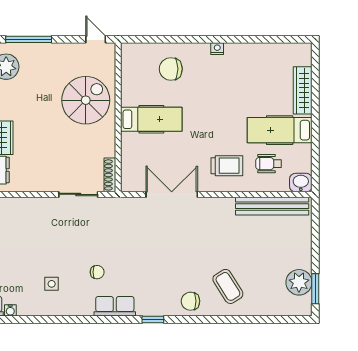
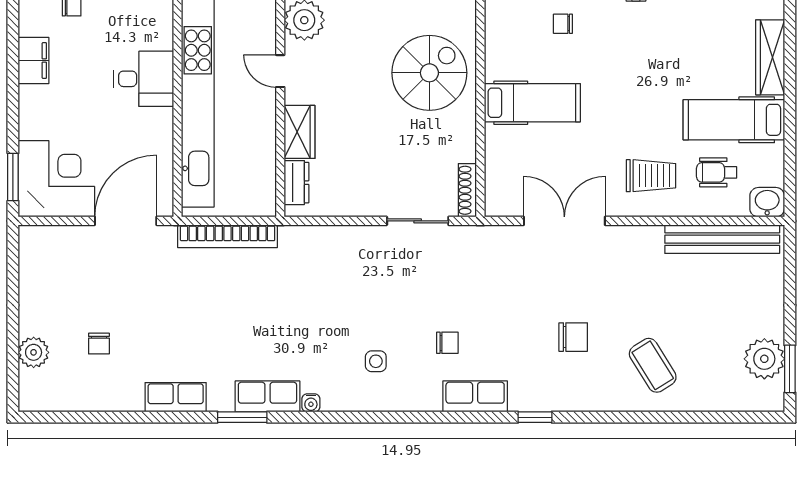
chair: (171, 69) -> (563, 24), width x0.54, depth x0.54
chair: (190, 301) -> (573, 337), moved, turned 180

